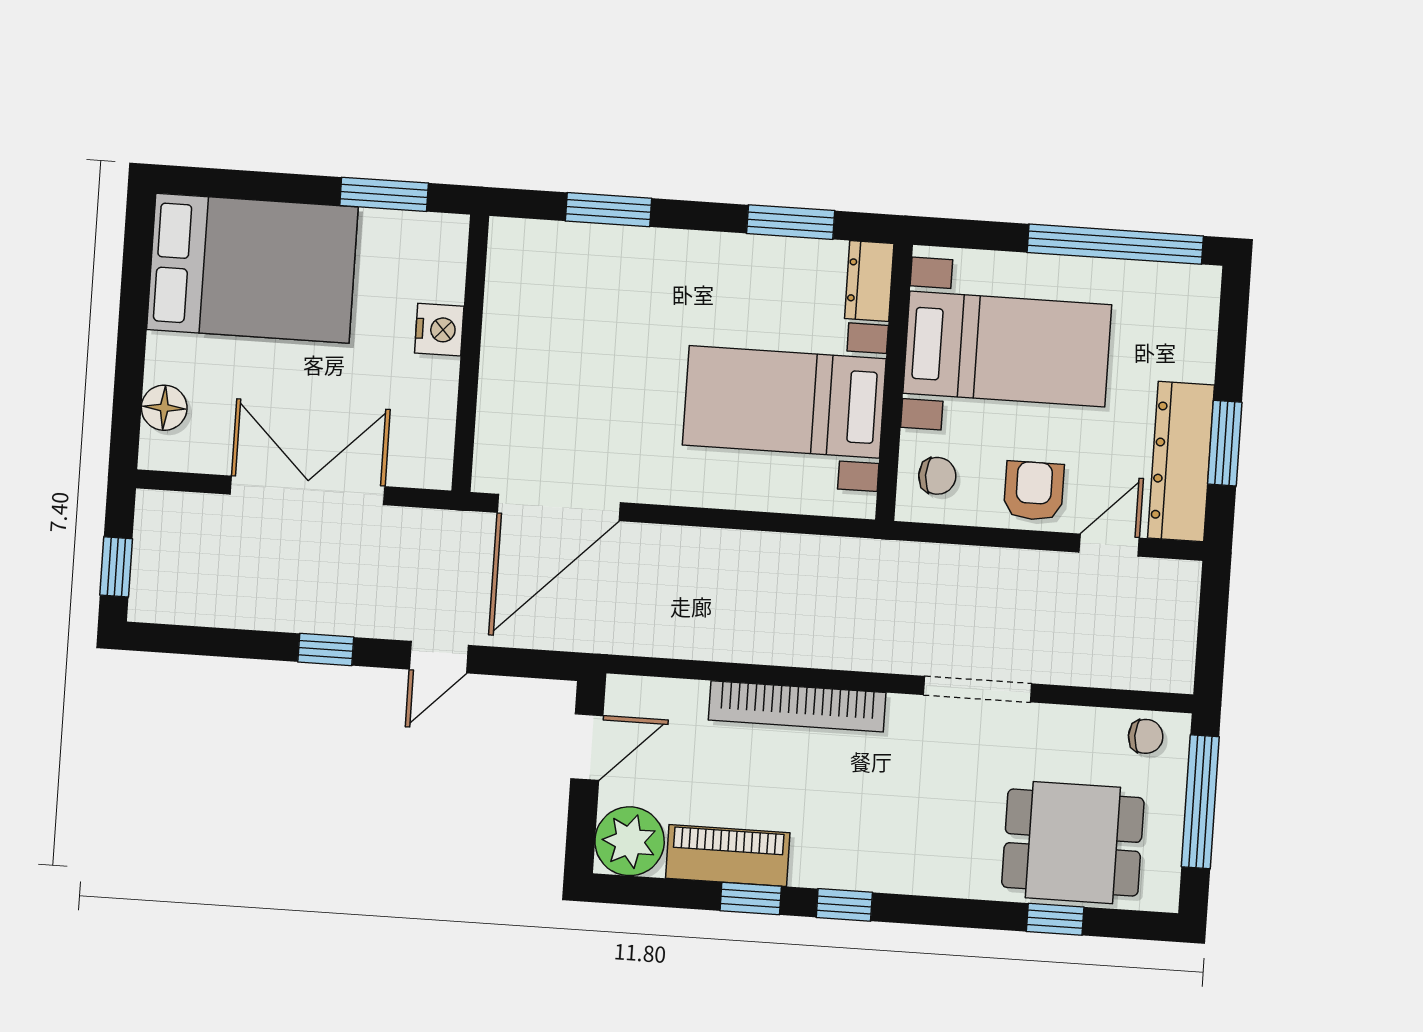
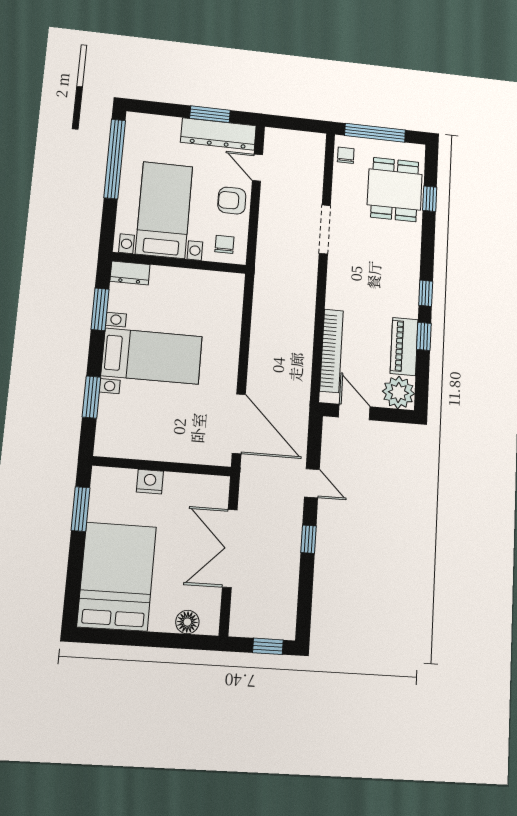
bed with nightstands: (784, 402) -> (152, 356), moved, turned -90
bookcase: (797, 706) -> (332, 351), moved

